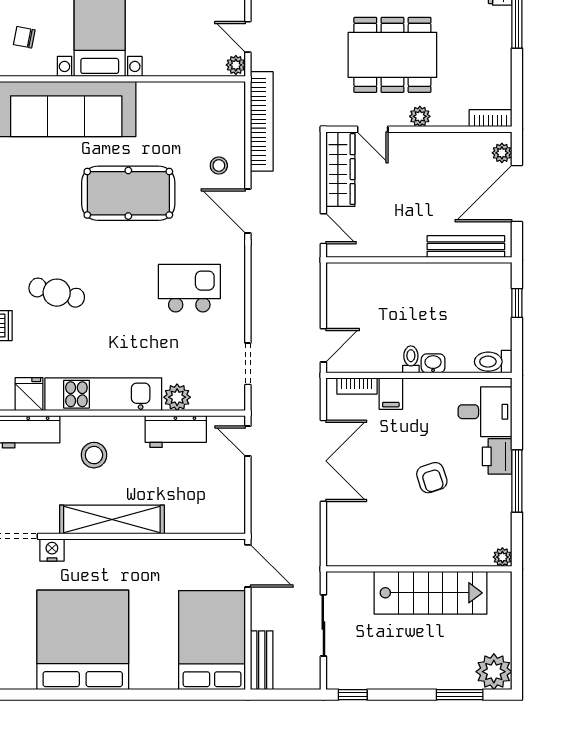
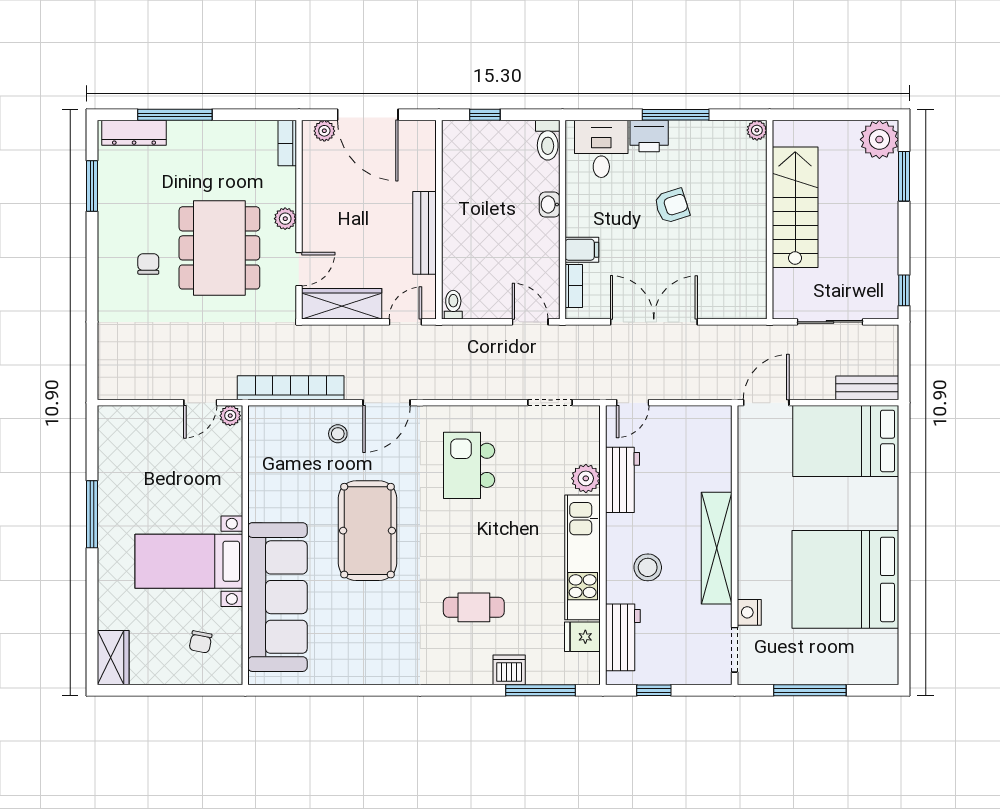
bench: (466, 247) -> (425, 233), moved
cafe table: (57, 293) -> (474, 607), turned 75
toilet: (411, 359) -> (453, 305), moved, turned 90

